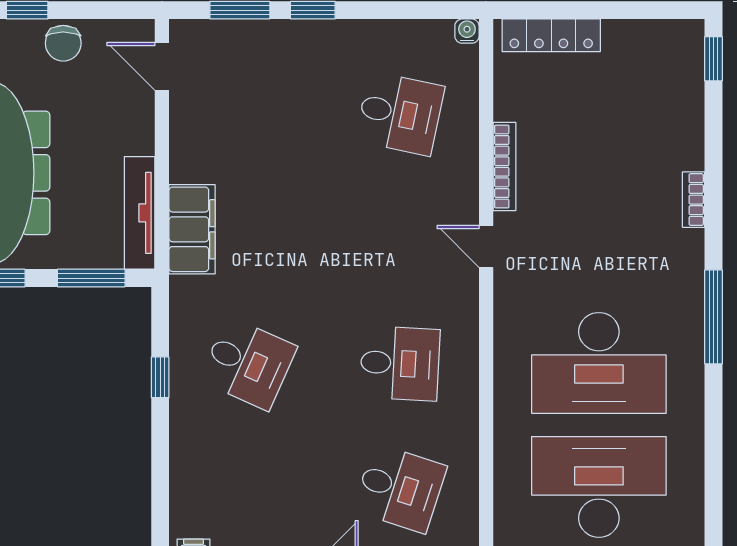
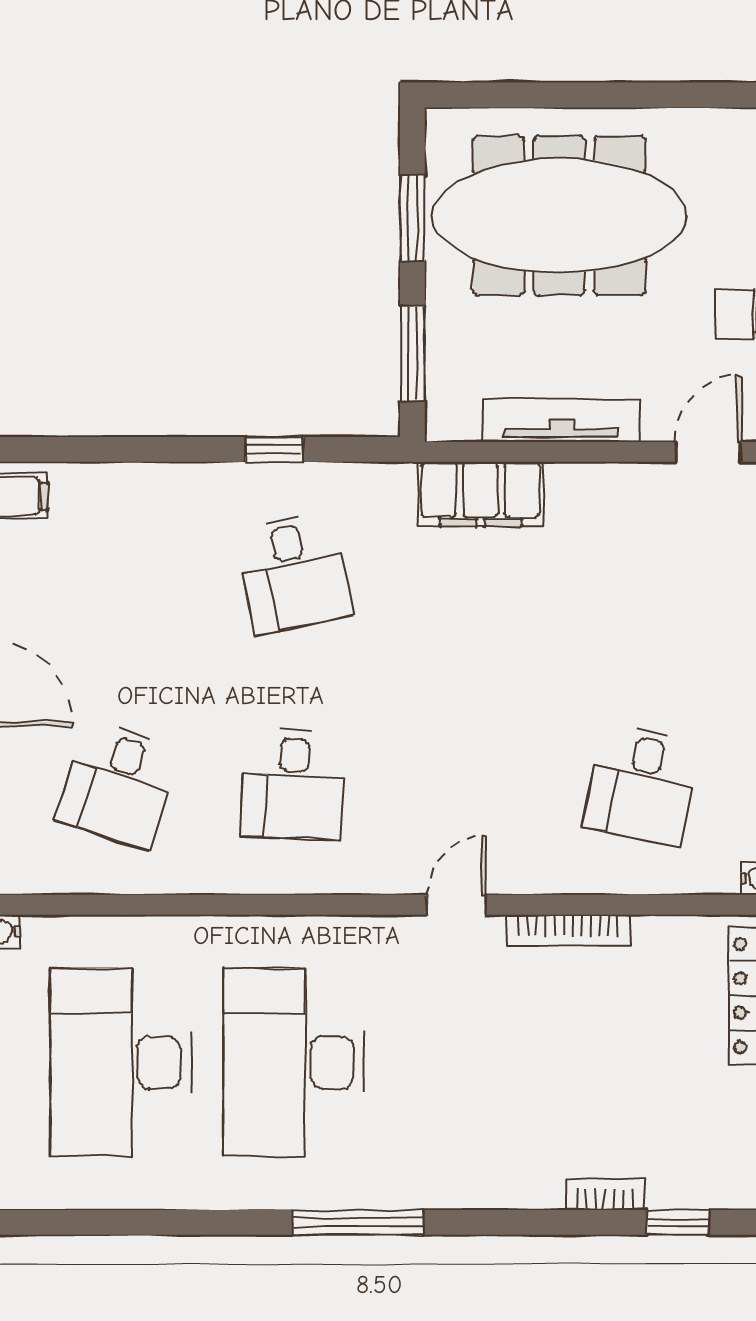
window: (713, 59) -> (678, 1222), moved
bookcase: (694, 200) -> (604, 1195), moved
tv unit: (140, 213) -> (561, 421), moved
desk: (248, 363) -> (293, 572), turned -36
desk: (599, 487) -> (121, 1062), turned 180

